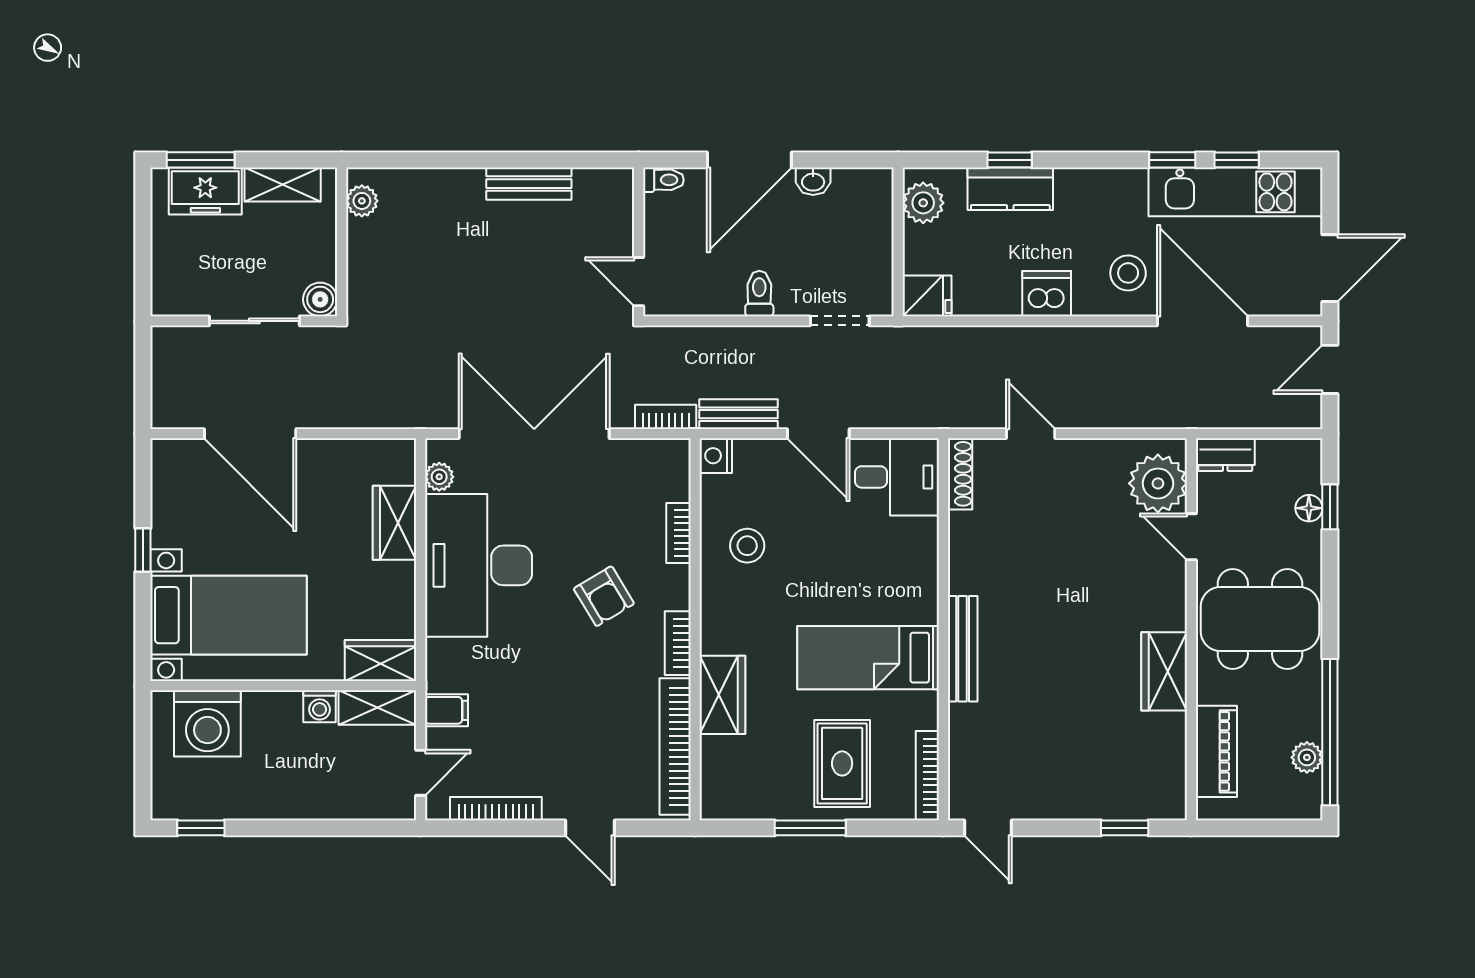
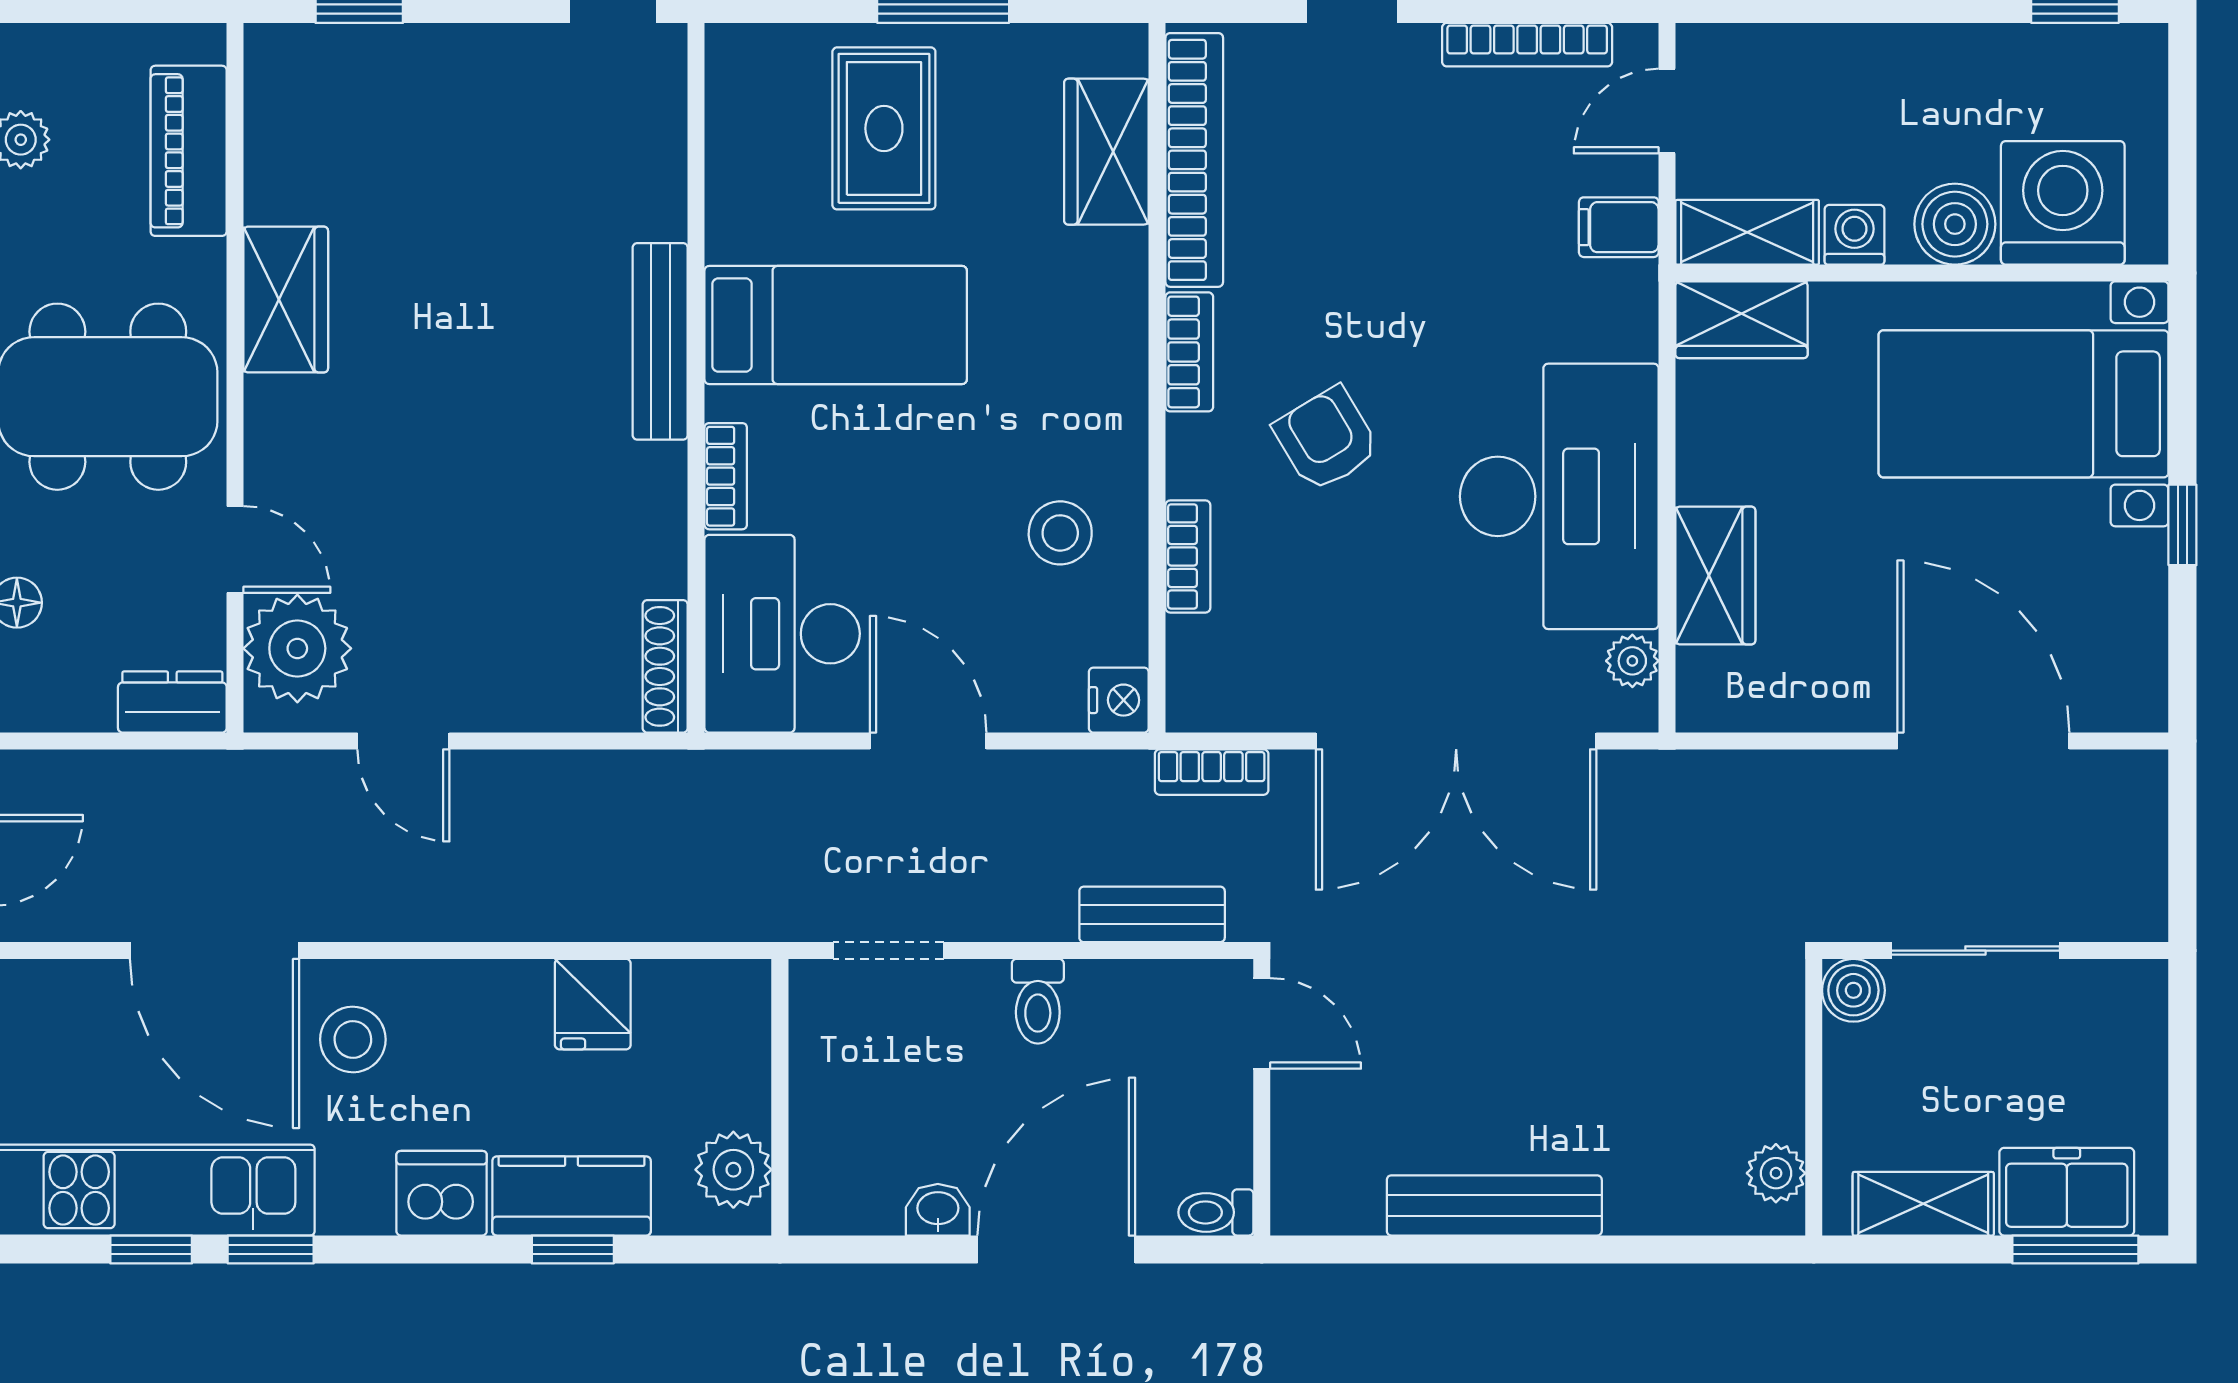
bench: (529, 184) -> (1494, 1205), width x1.36
dishwasher: (1047, 294) -> (442, 1193), moved, turned 180
fridge: (927, 296) -> (593, 1004), moved, turned -90
bench: (738, 414) -> (1152, 914), moved
door: (1031, 434) -> (403, 741), moved
desk: (897, 477) -> (782, 634), width x1.37
wardrobe: (722, 695) -> (1106, 152), moved
boiler: (266, 712) -> (1955, 224), added
bookcase: (927, 776) -> (726, 476), moved, width x0.64

